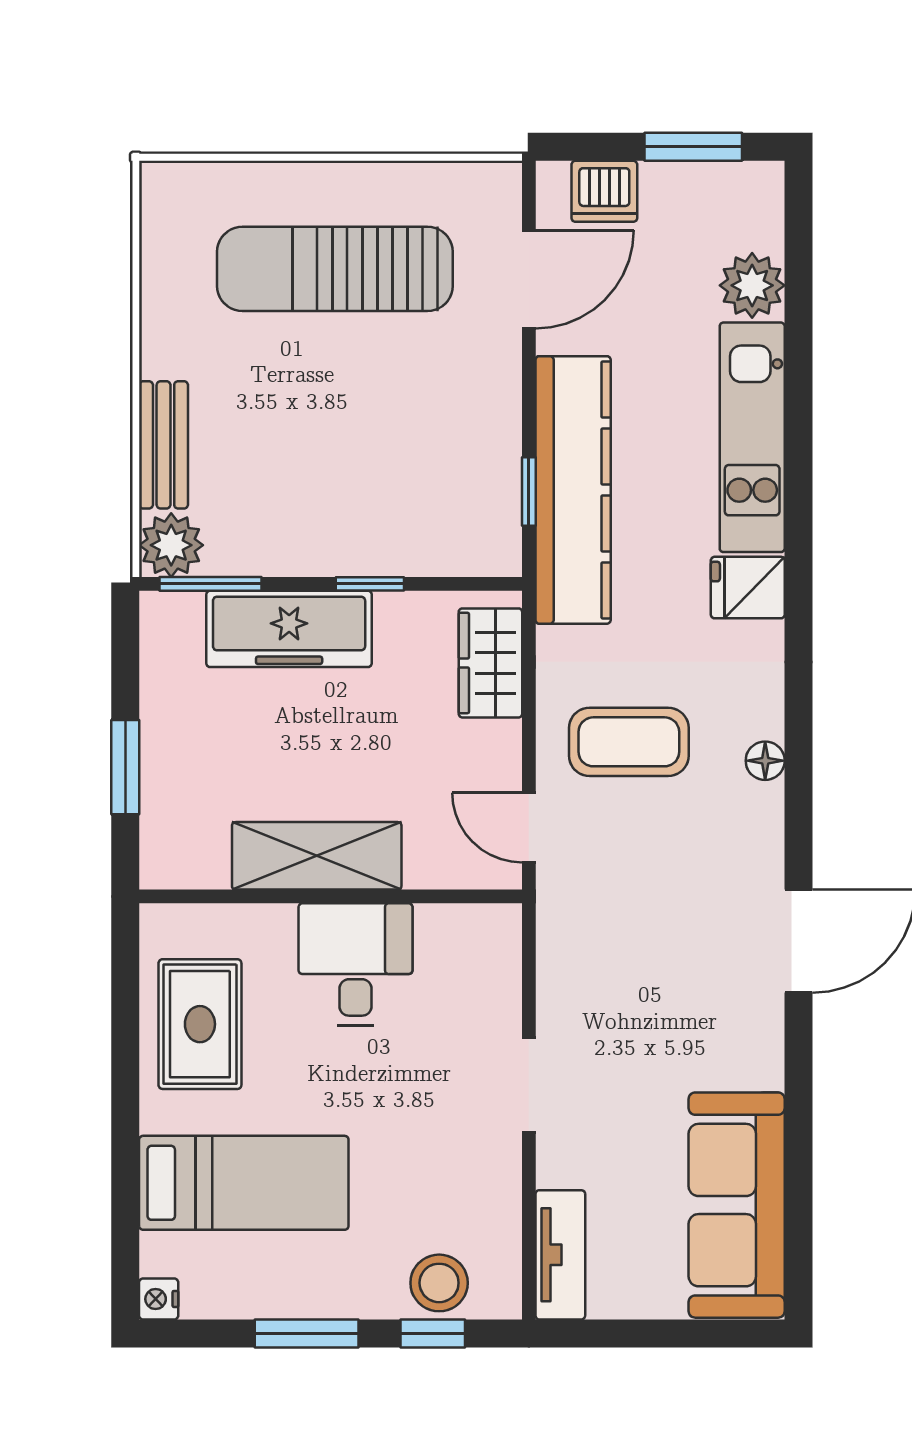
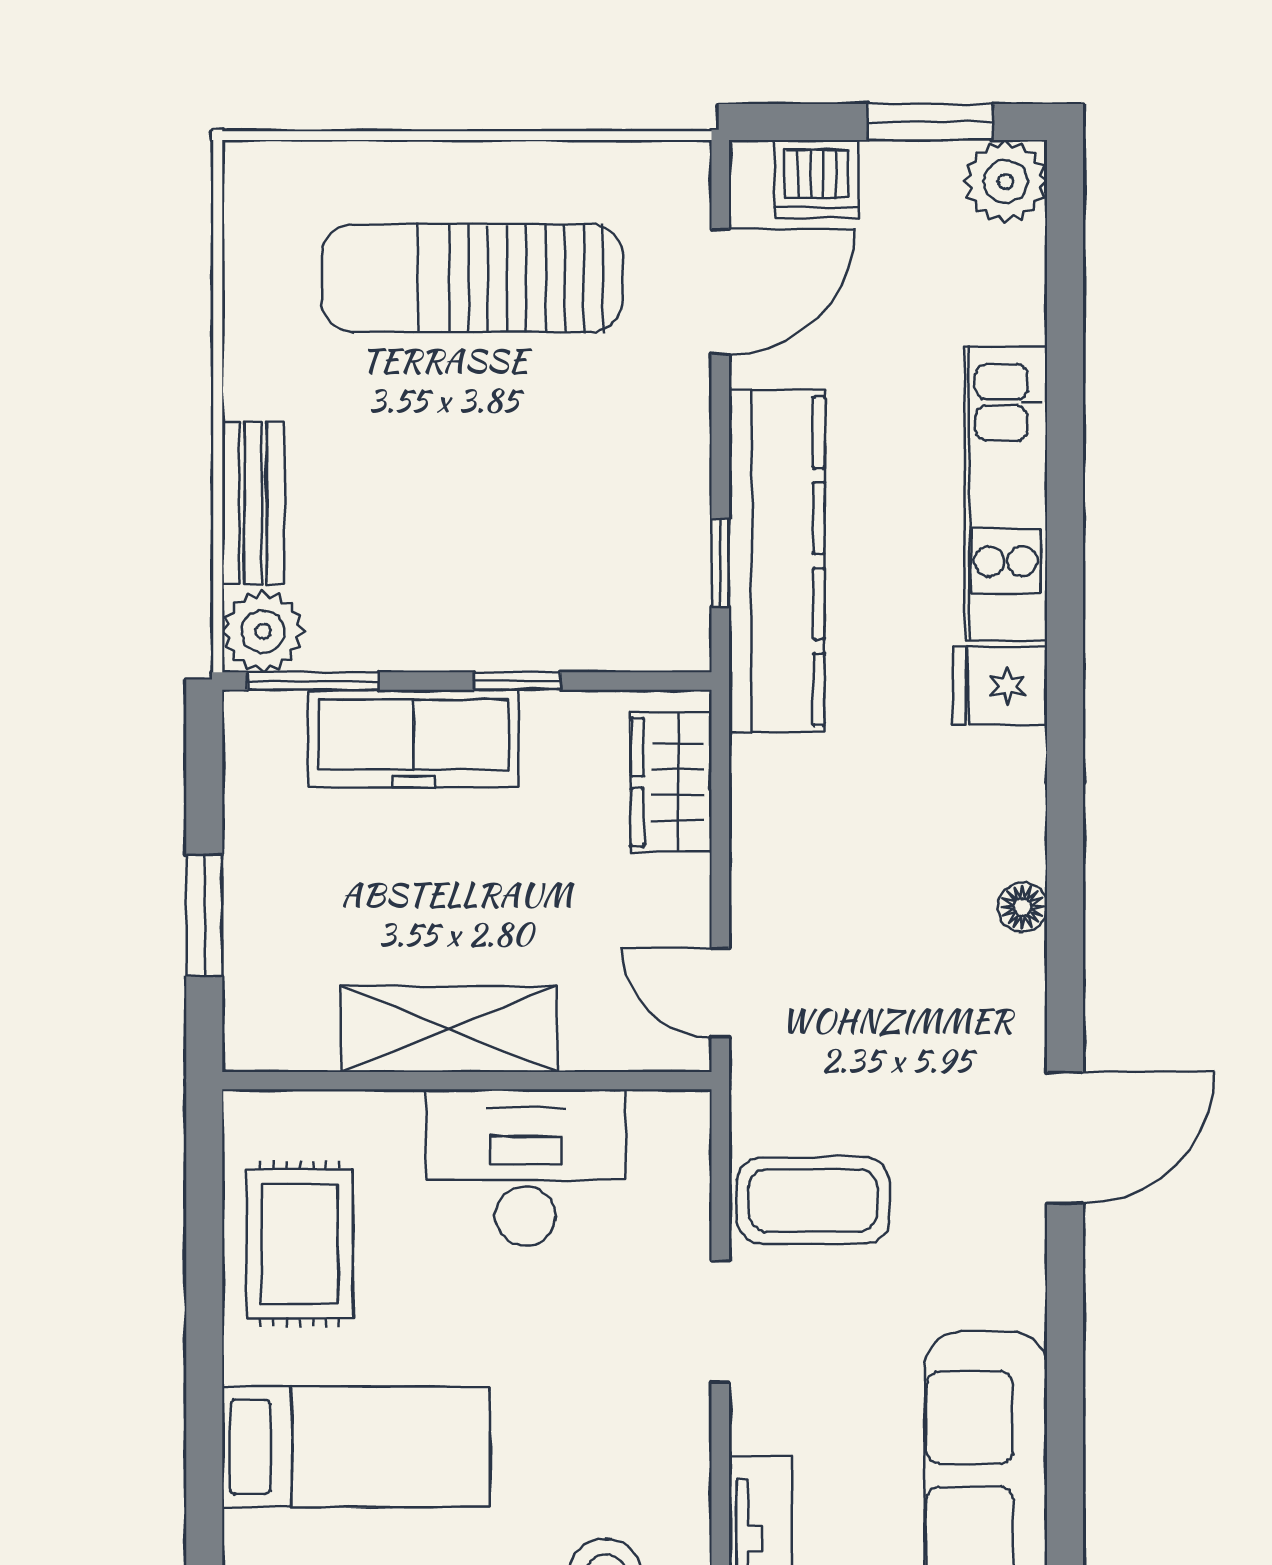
plant: (752, 285) -> (1006, 181), moved
coffee table: (629, 742) -> (813, 1201), moved
desk: (356, 964) -> (526, 1168), width x1.37

